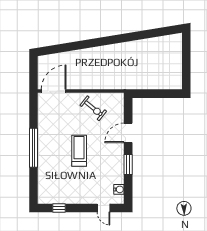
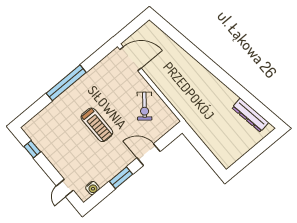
dresser: (159, 42) -> (250, 115), added
treadmill: (79, 151) -> (97, 125), turned 90

